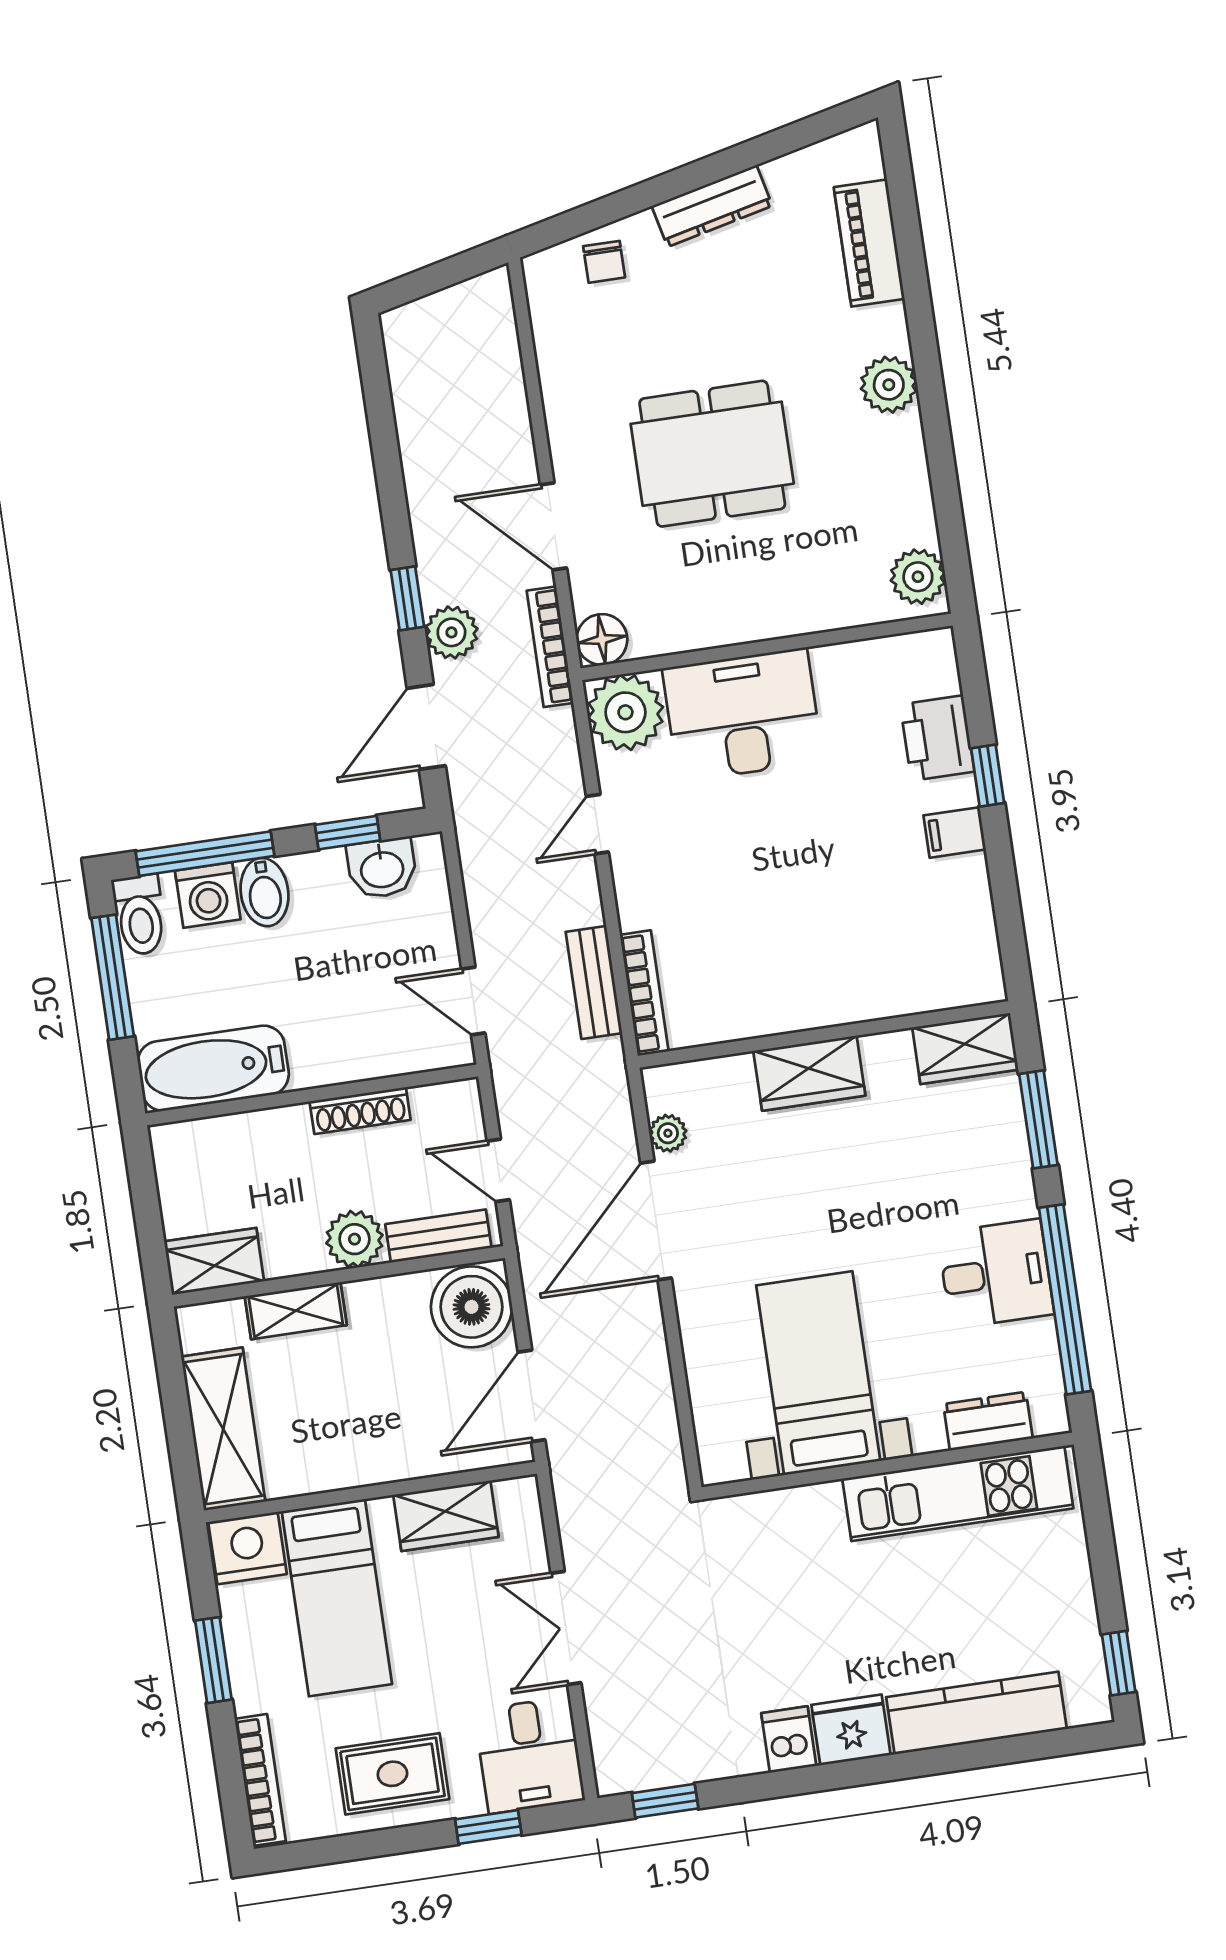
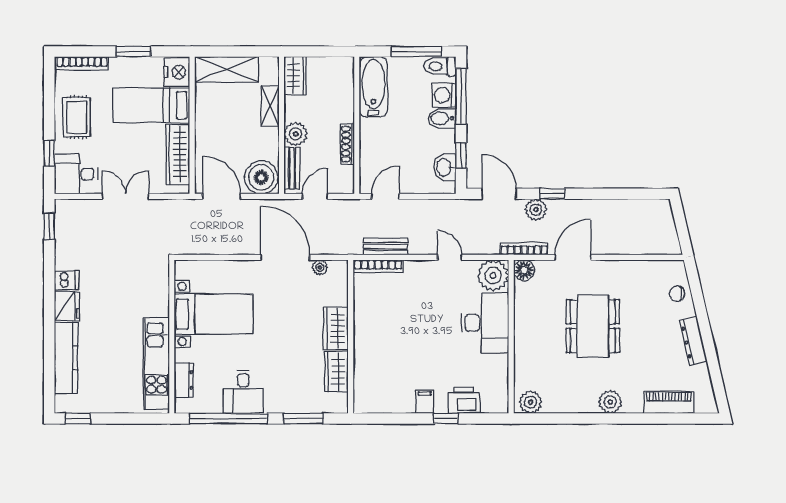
wardrobe: (965, 1049) -> (336, 372), moved
wardrobe: (446, 1516) -> (178, 154), width x1.50

